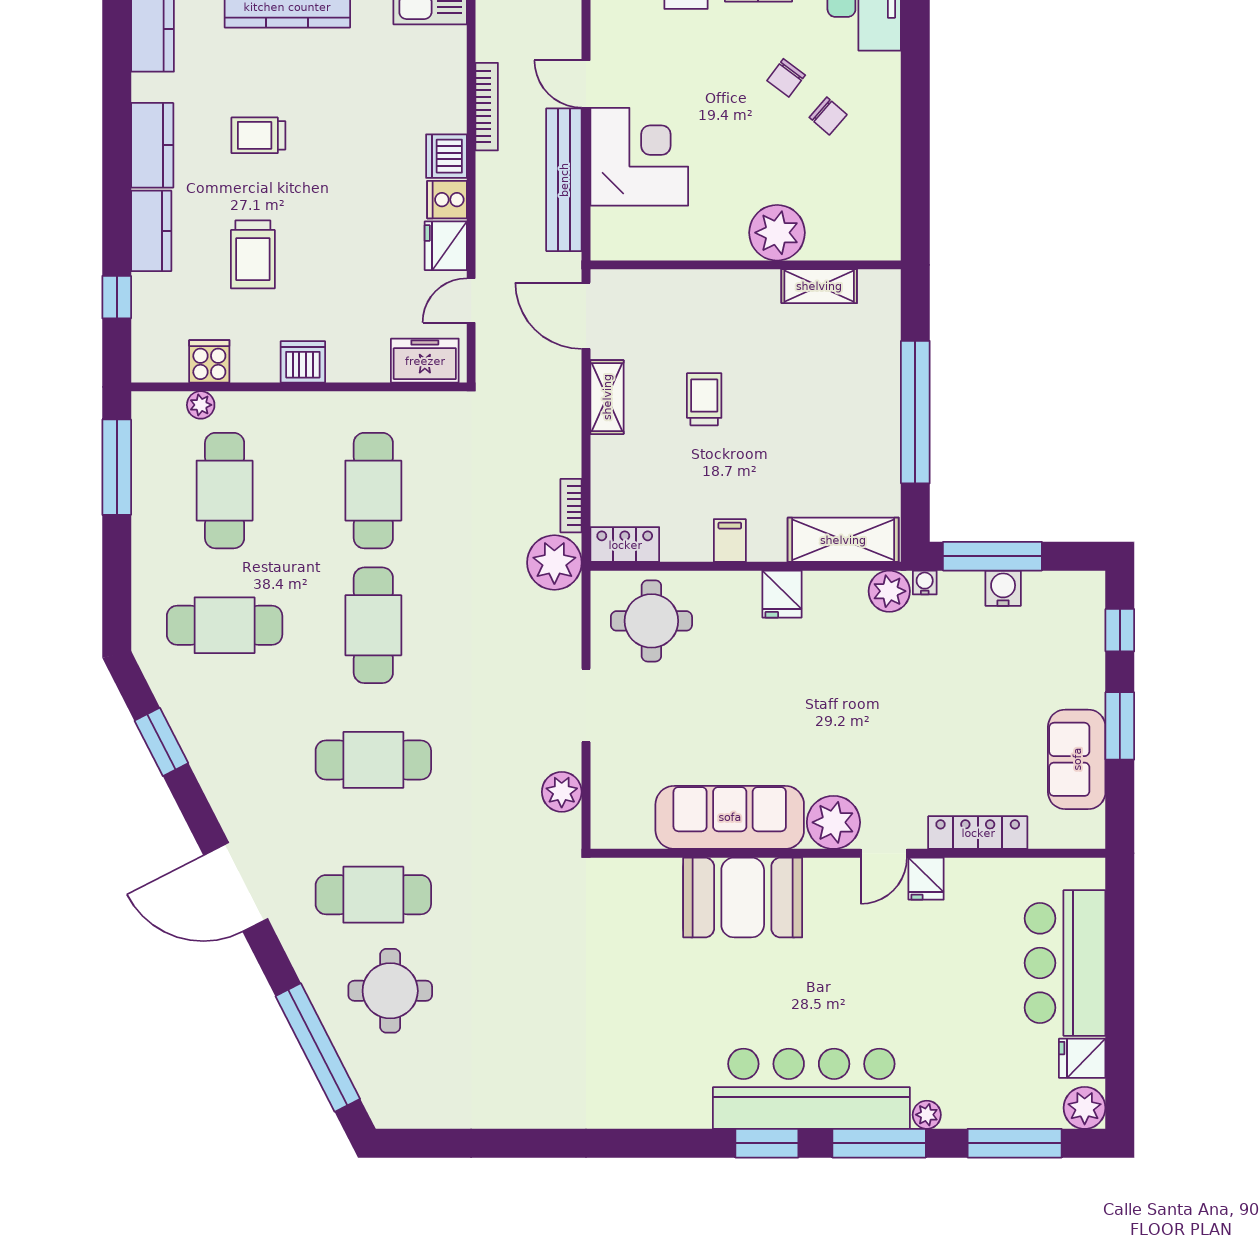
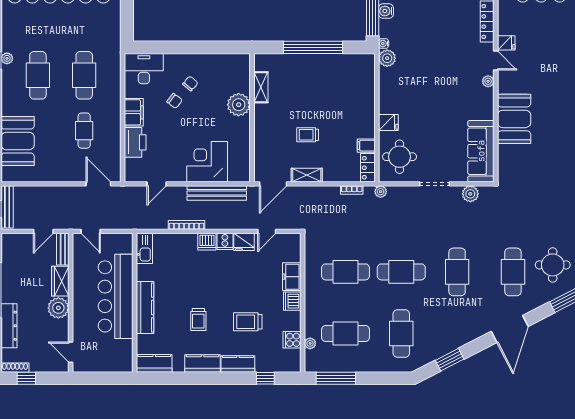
door: (586, 84) -> (157, 184), moved
trolley: (253, 254) -> (248, 322), turned 180
door: (471, 300) -> (267, 231), hinge flipped
freezer: (425, 361) -> (292, 277), moved
shelving: (843, 540) -> (366, 77), removed
filing cabinet: (730, 541) -> (366, 146), moved
plant: (554, 563) -> (381, 192), width x0.53, depth x0.53
fridge: (782, 594) -> (388, 123), moved
sofa: (730, 817) -> (481, 151), moved
plant: (833, 822) -> (488, 81), width x0.53, depth x0.53

